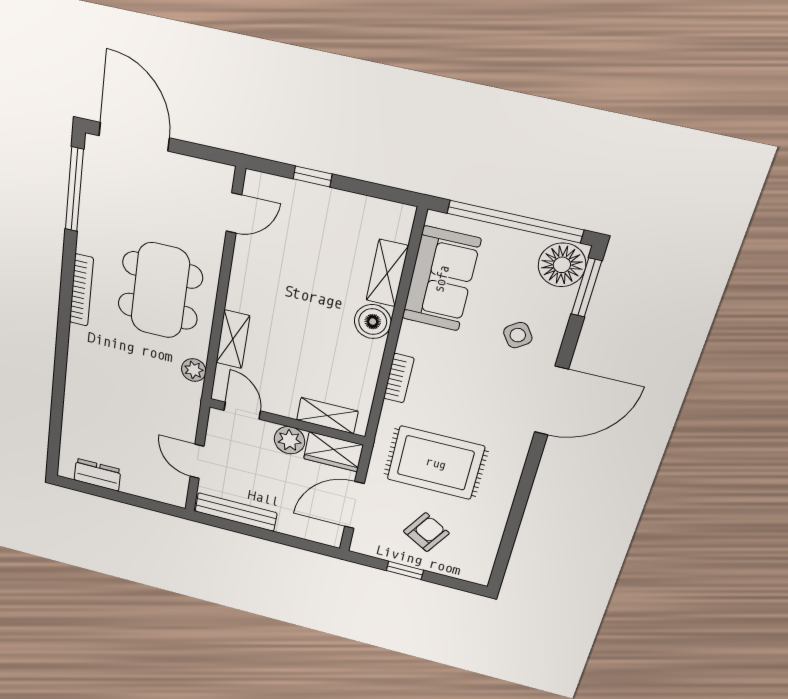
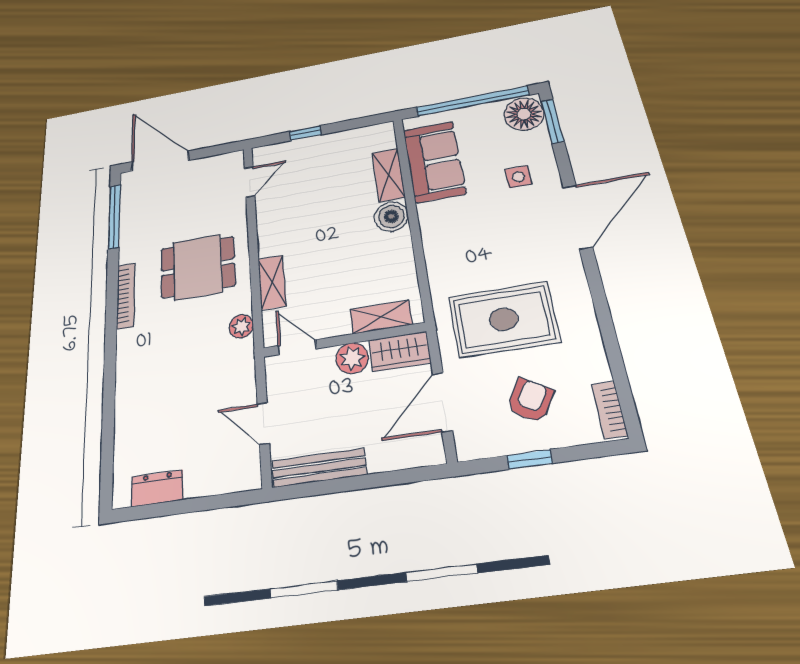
dining table: (160, 291) -> (198, 267), width x0.73
side table: (518, 335) -> (518, 177), turned 35
bookcase: (399, 378) -> (609, 410), moved, turned 180

